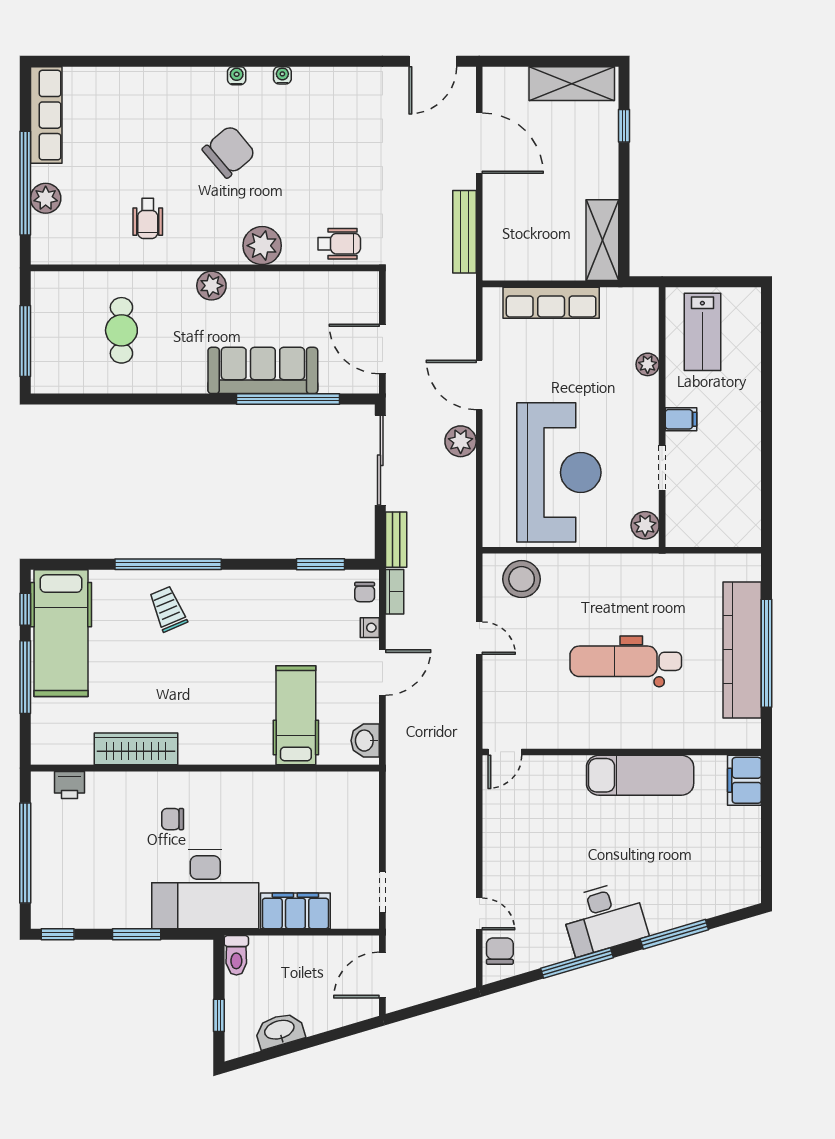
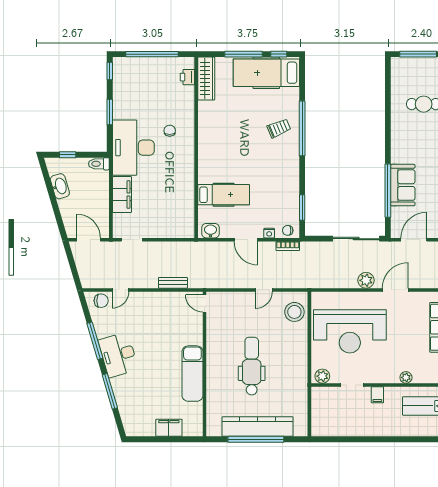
sofa: (263, 370) -> (403, 185), width x0.73
bench: (396, 540) -> (173, 283), moved
wardrobe: (136, 749) -> (206, 78), moved
filing cabinet: (744, 780) -> (169, 428), moved

